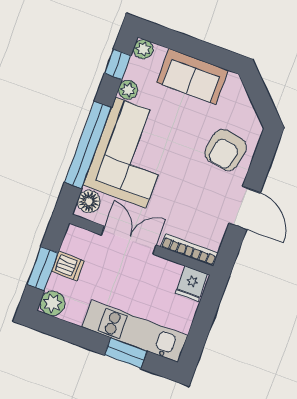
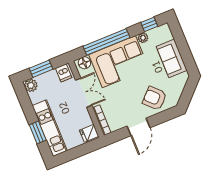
plant: (143, 49) -> (165, 29), removed
armchair: (226, 150) -> (155, 98), turned 35
dishwasher: (68, 266) -> (64, 73), moved

